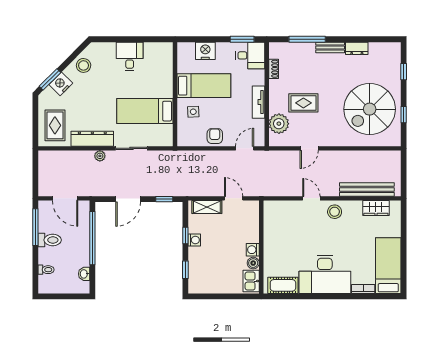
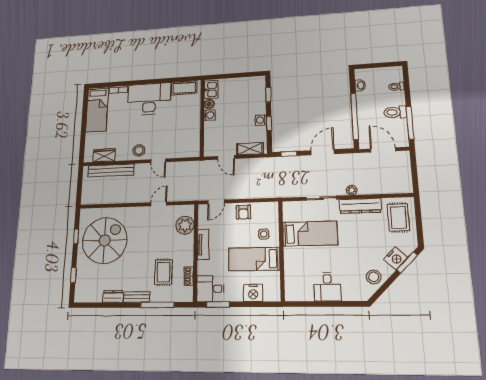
rug: (303, 103) -> (164, 272), moved, turned 90

